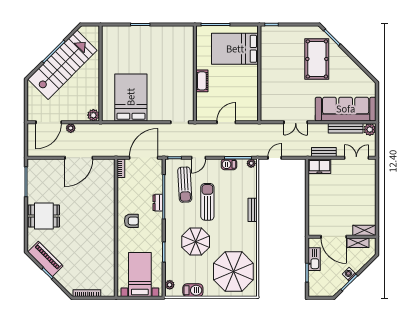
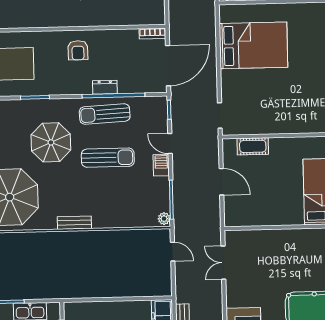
cot: (202, 81) -> (253, 146), moved
double door: (296, 122) -> (223, 263), moved
door: (144, 158) -> (168, 66), hinge flipped
barbecue: (229, 164) -> (161, 165), moved
sun lounger: (185, 185) -> (105, 114), moved
bench: (253, 210) -> (74, 223), moved

